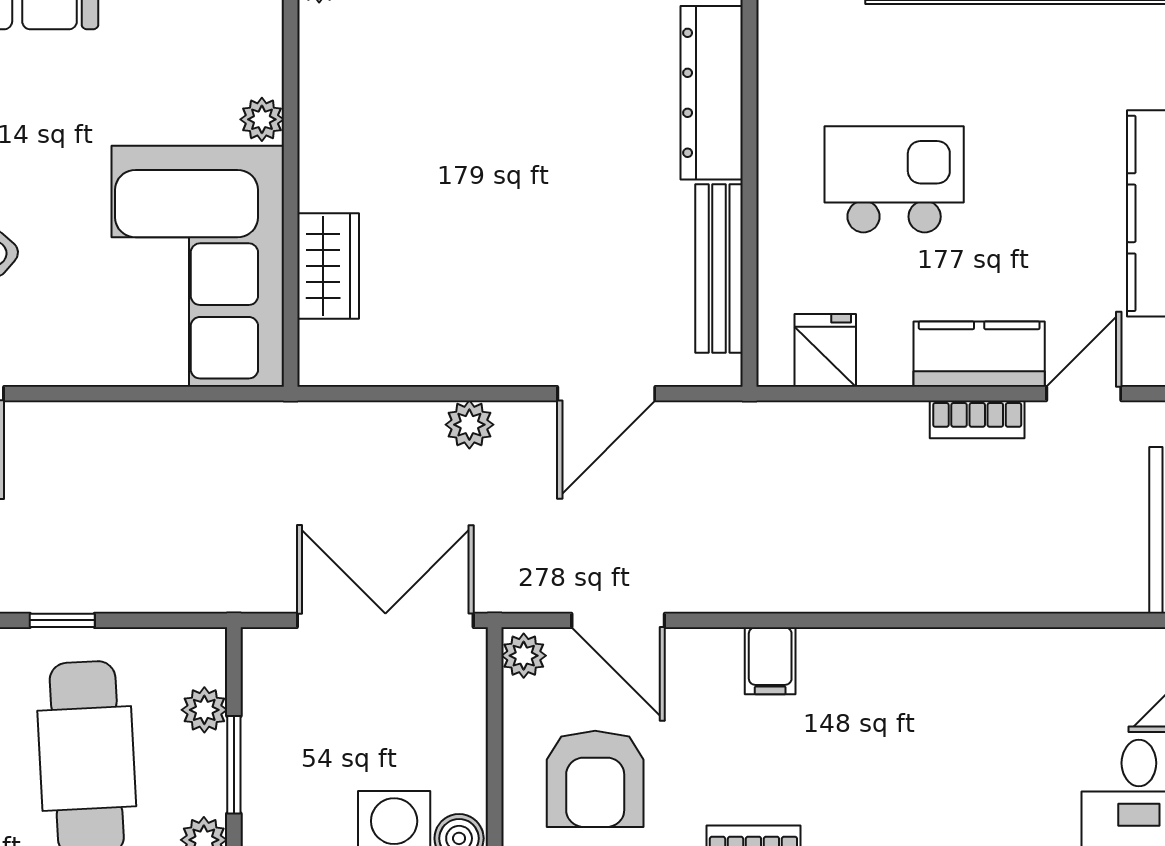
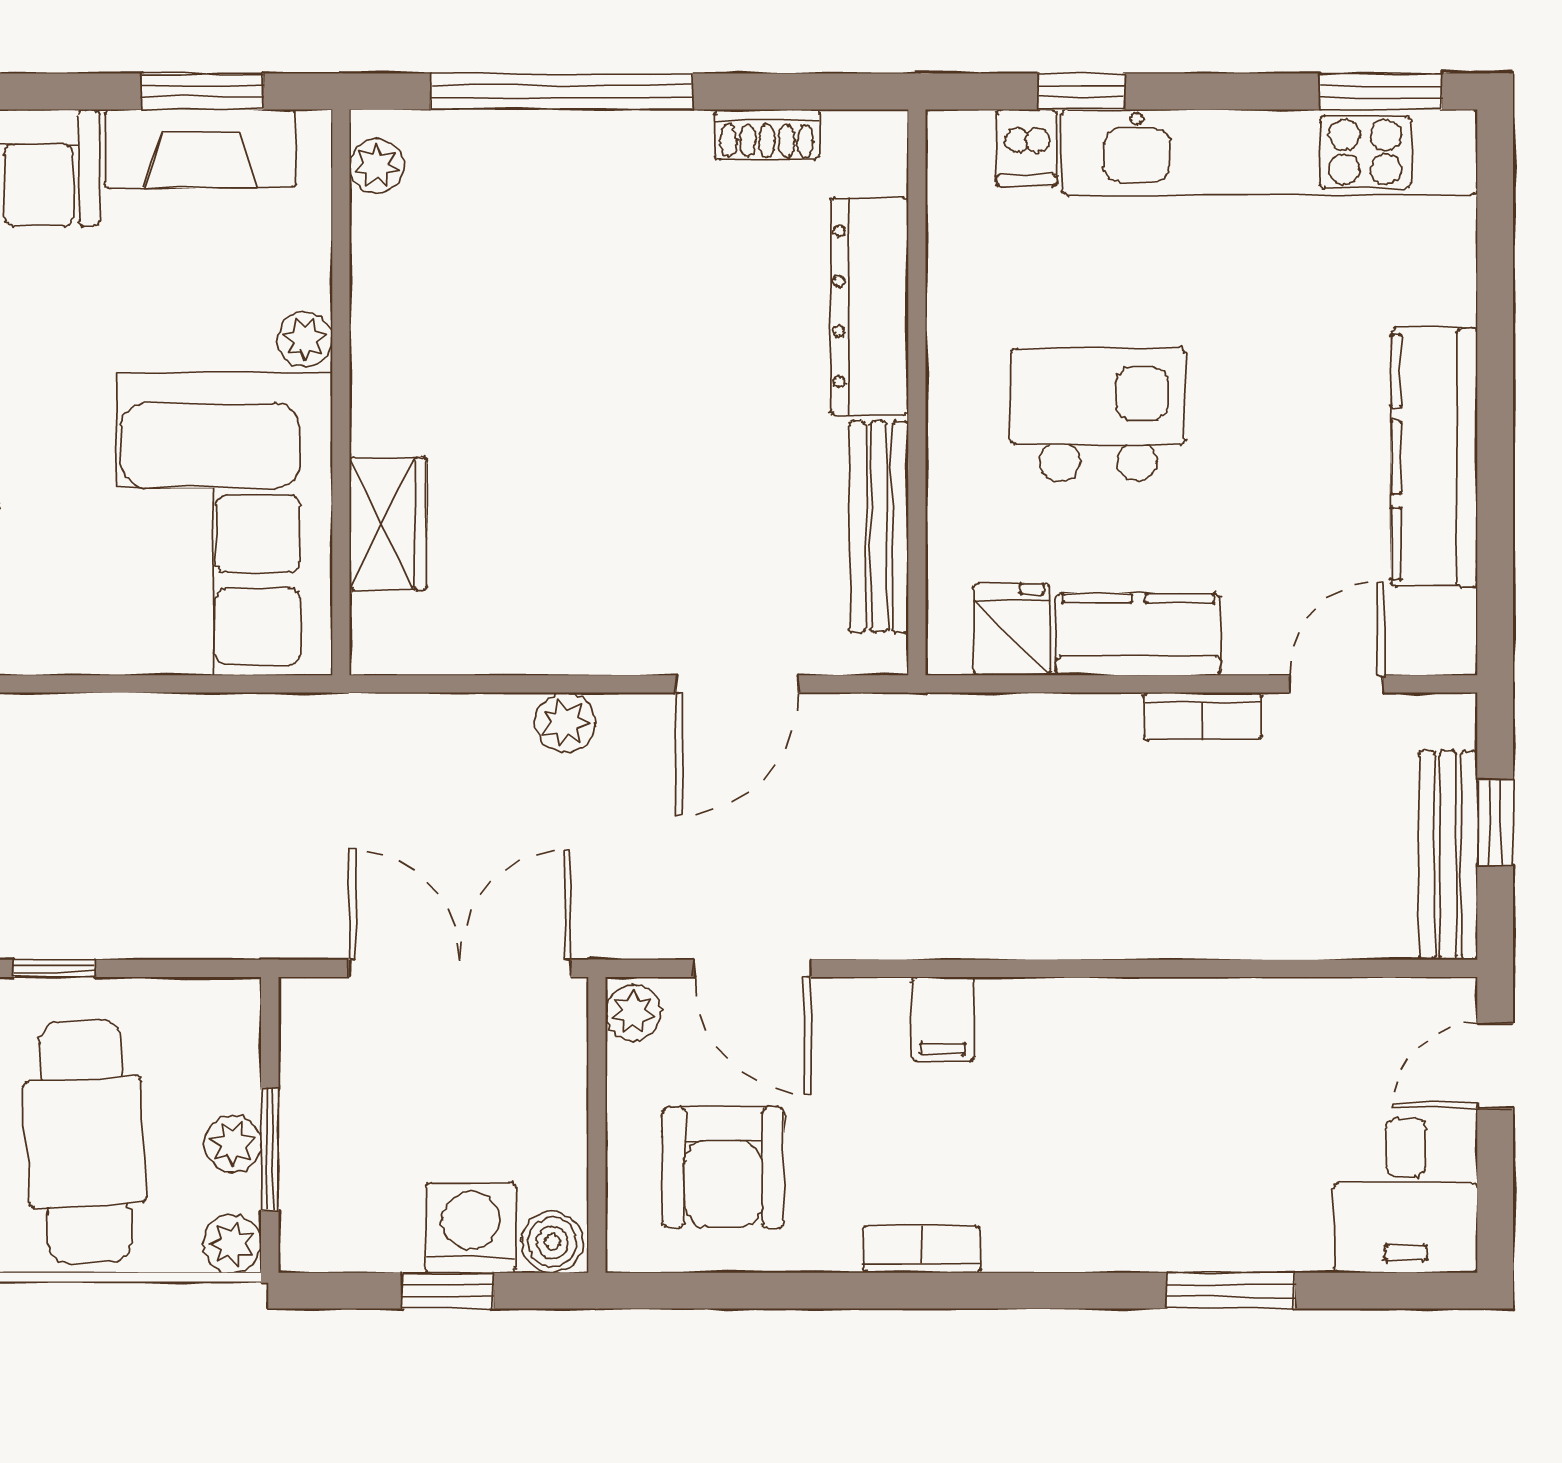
kitchen counter: (979, 354) -> (1138, 634), moved
plant: (204, 710) -> (233, 1144), moved

